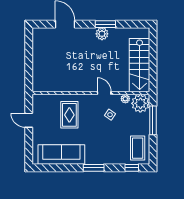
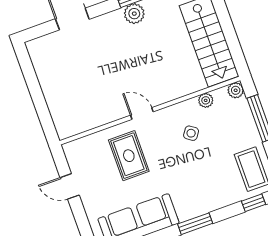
door: (104, 93) -> (142, 113), moved
plant: (140, 103) -> (236, 90), width x0.53, depth x0.53

